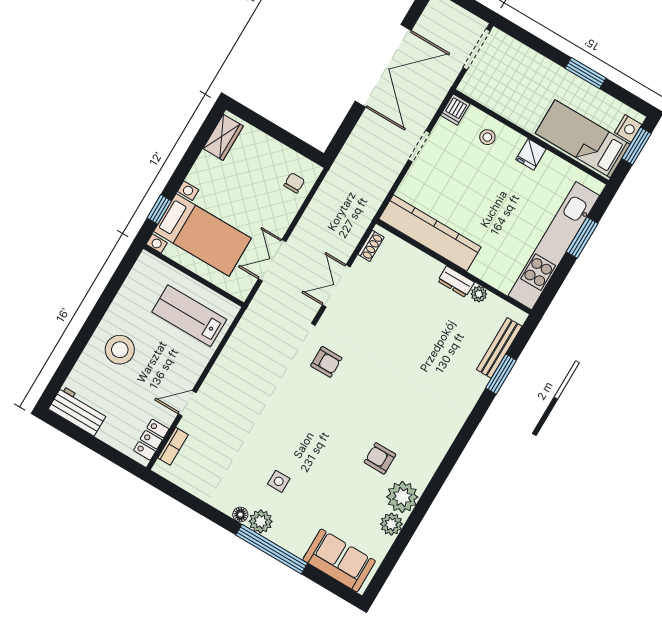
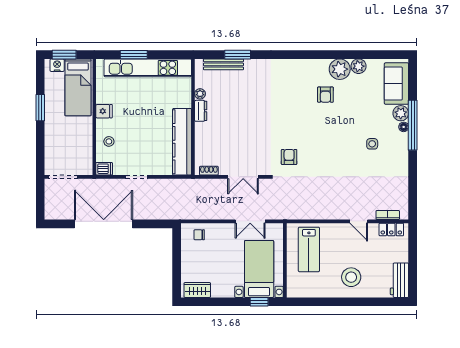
floor lamp: (240, 515) -> (404, 127), moved
plant: (261, 521) -> (401, 113), moved

